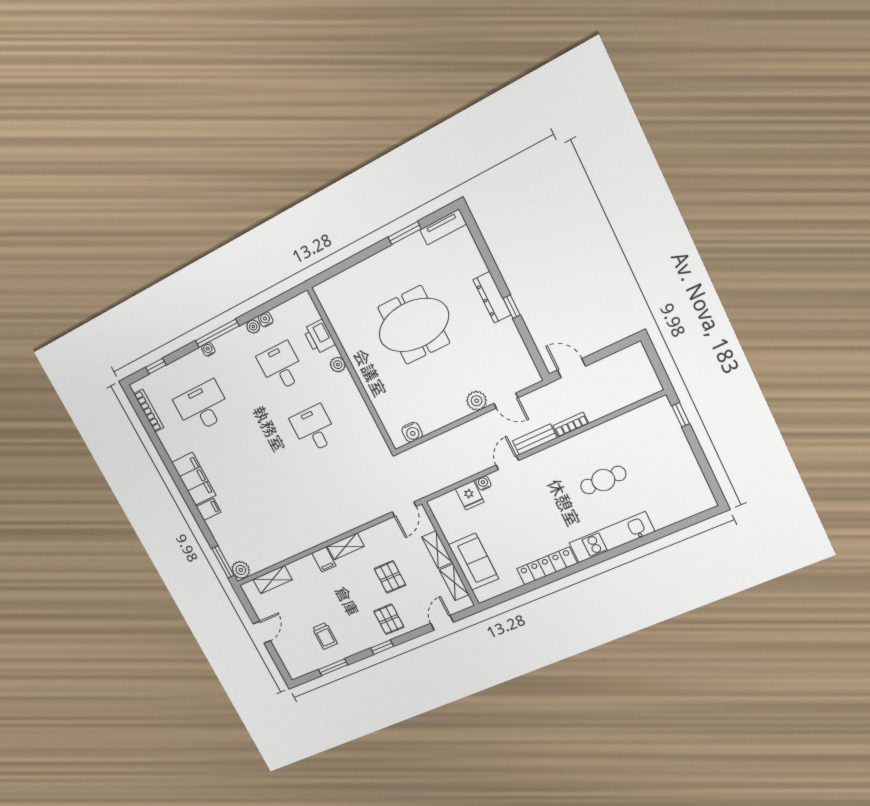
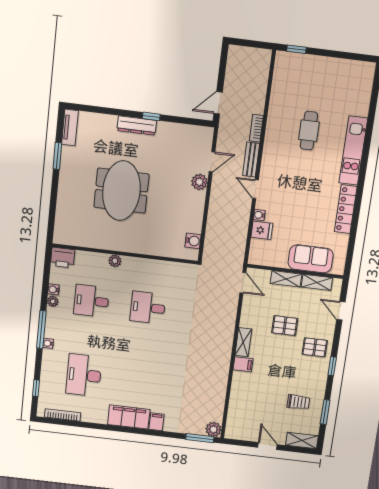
printer: (319, 337) -> (63, 258), moved
shelving: (272, 580) -> (302, 441), moved, turned 90

